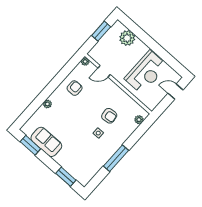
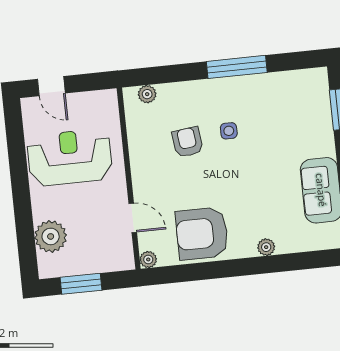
armchair: (75, 88) -> (202, 234), width x1.88, depth x1.88

